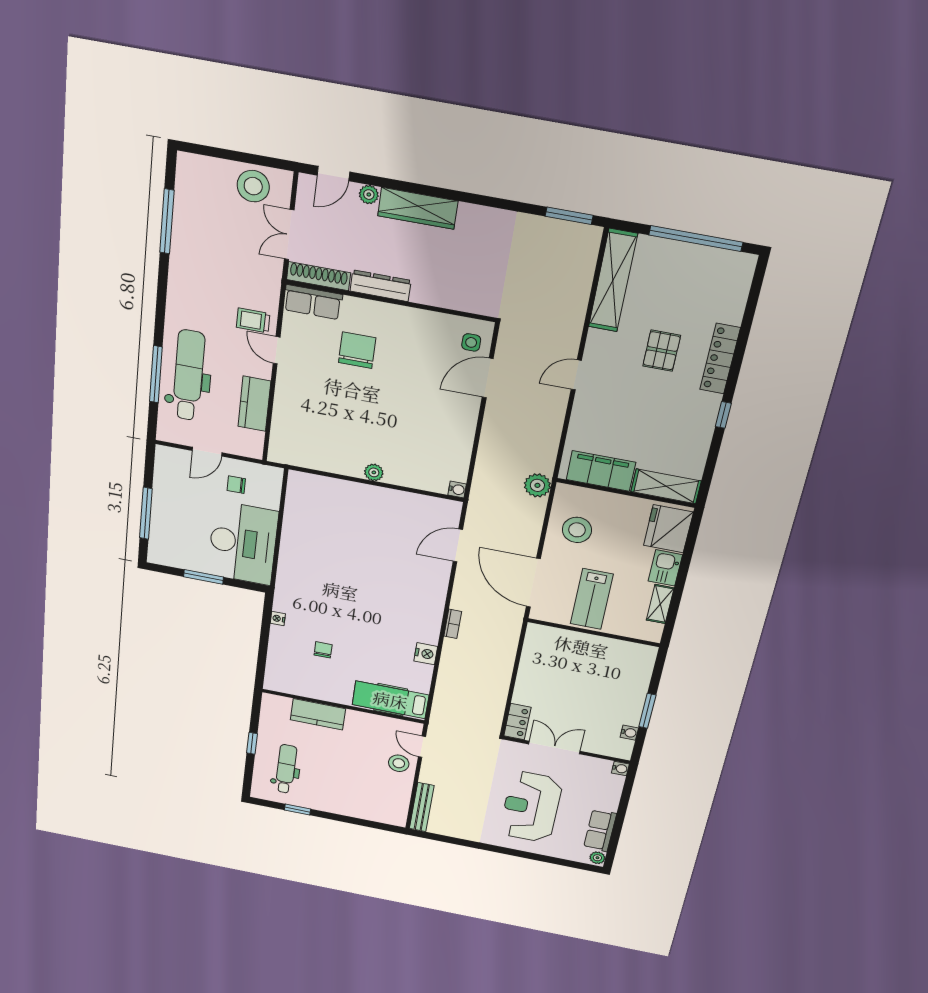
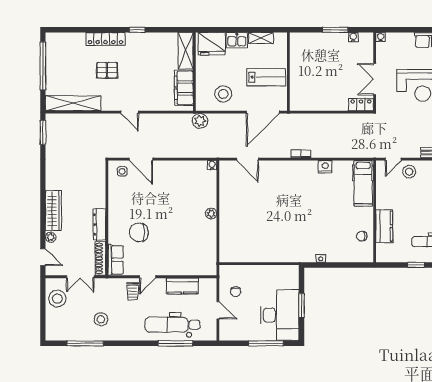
stool: (208, 257) -> (101, 319), added
desk: (243, 543) -> (280, 315), moved, turned 90
chair: (323, 650) -> (362, 236), moved

